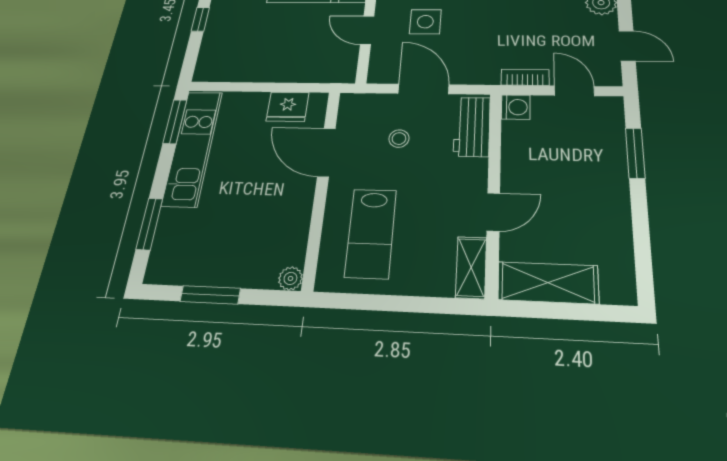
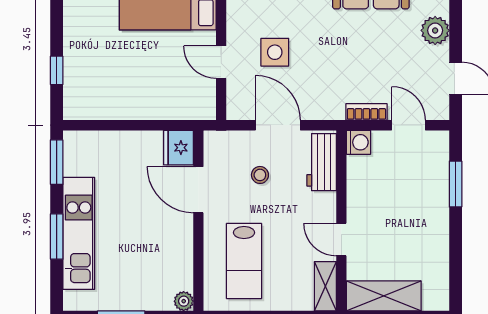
window: (200, 19) -> (57, 70), moved
fridge: (288, 107) -> (179, 148), moved, turned 90
kitchen unit: (193, 148) -> (79, 233), moved
door: (493, 212) -> (341, 240), swing flipped
window: (149, 224) -> (57, 237), moved

